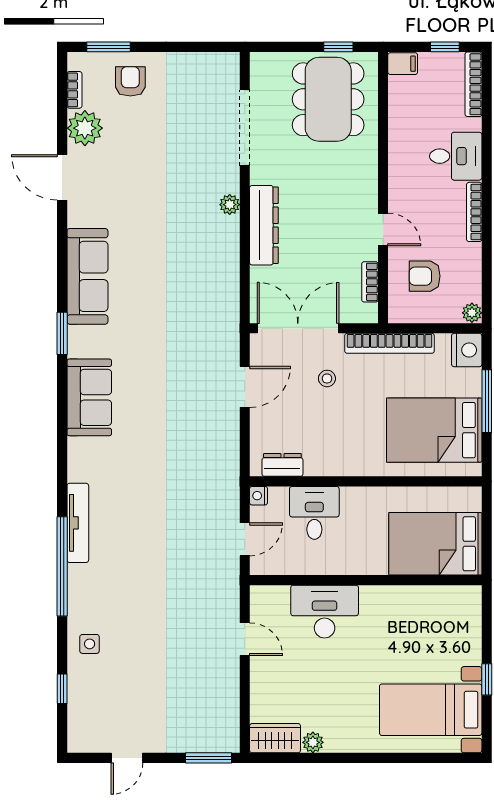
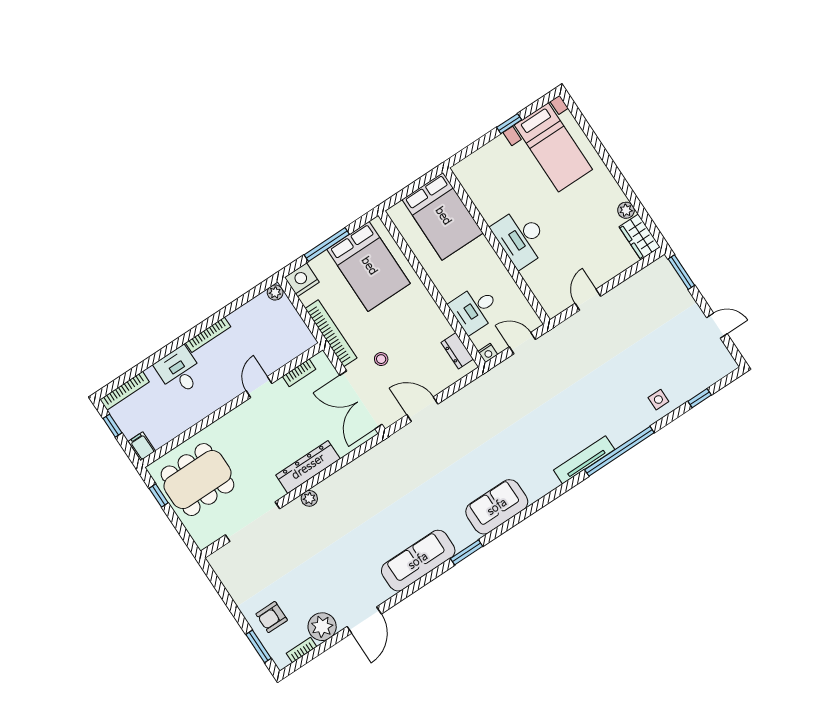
armchair: (425, 276) -> (272, 339), removed
desk: (325, 612) -> (521, 238), moved

